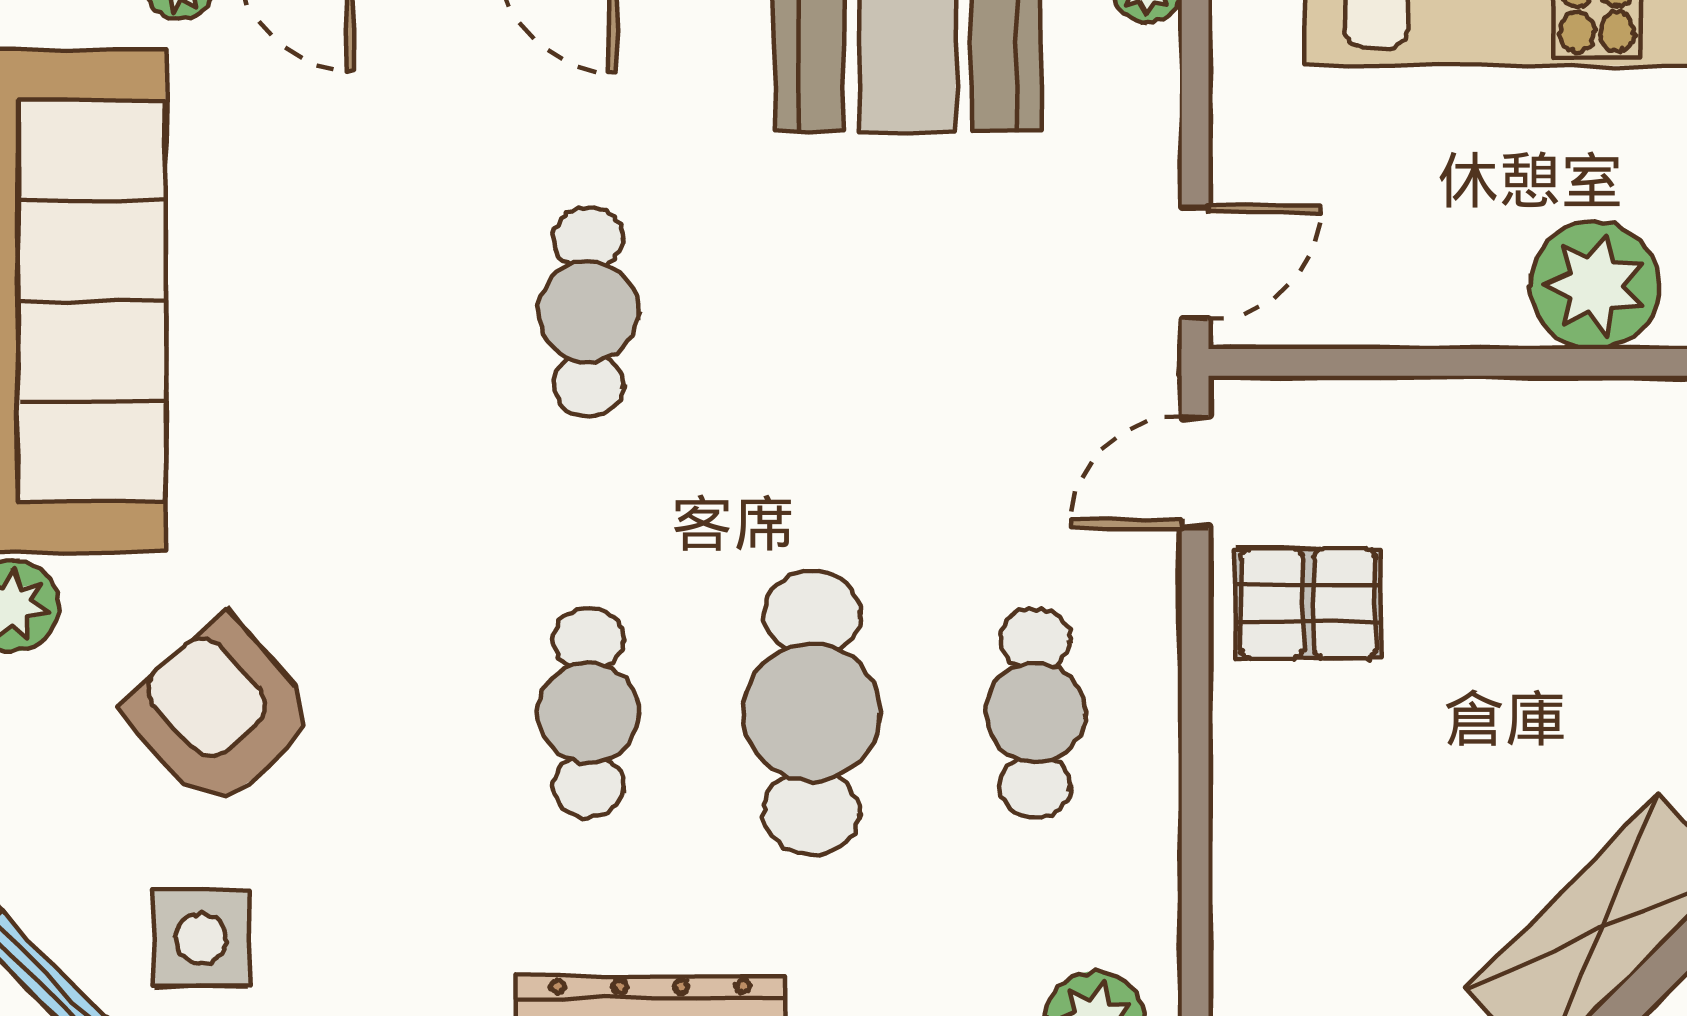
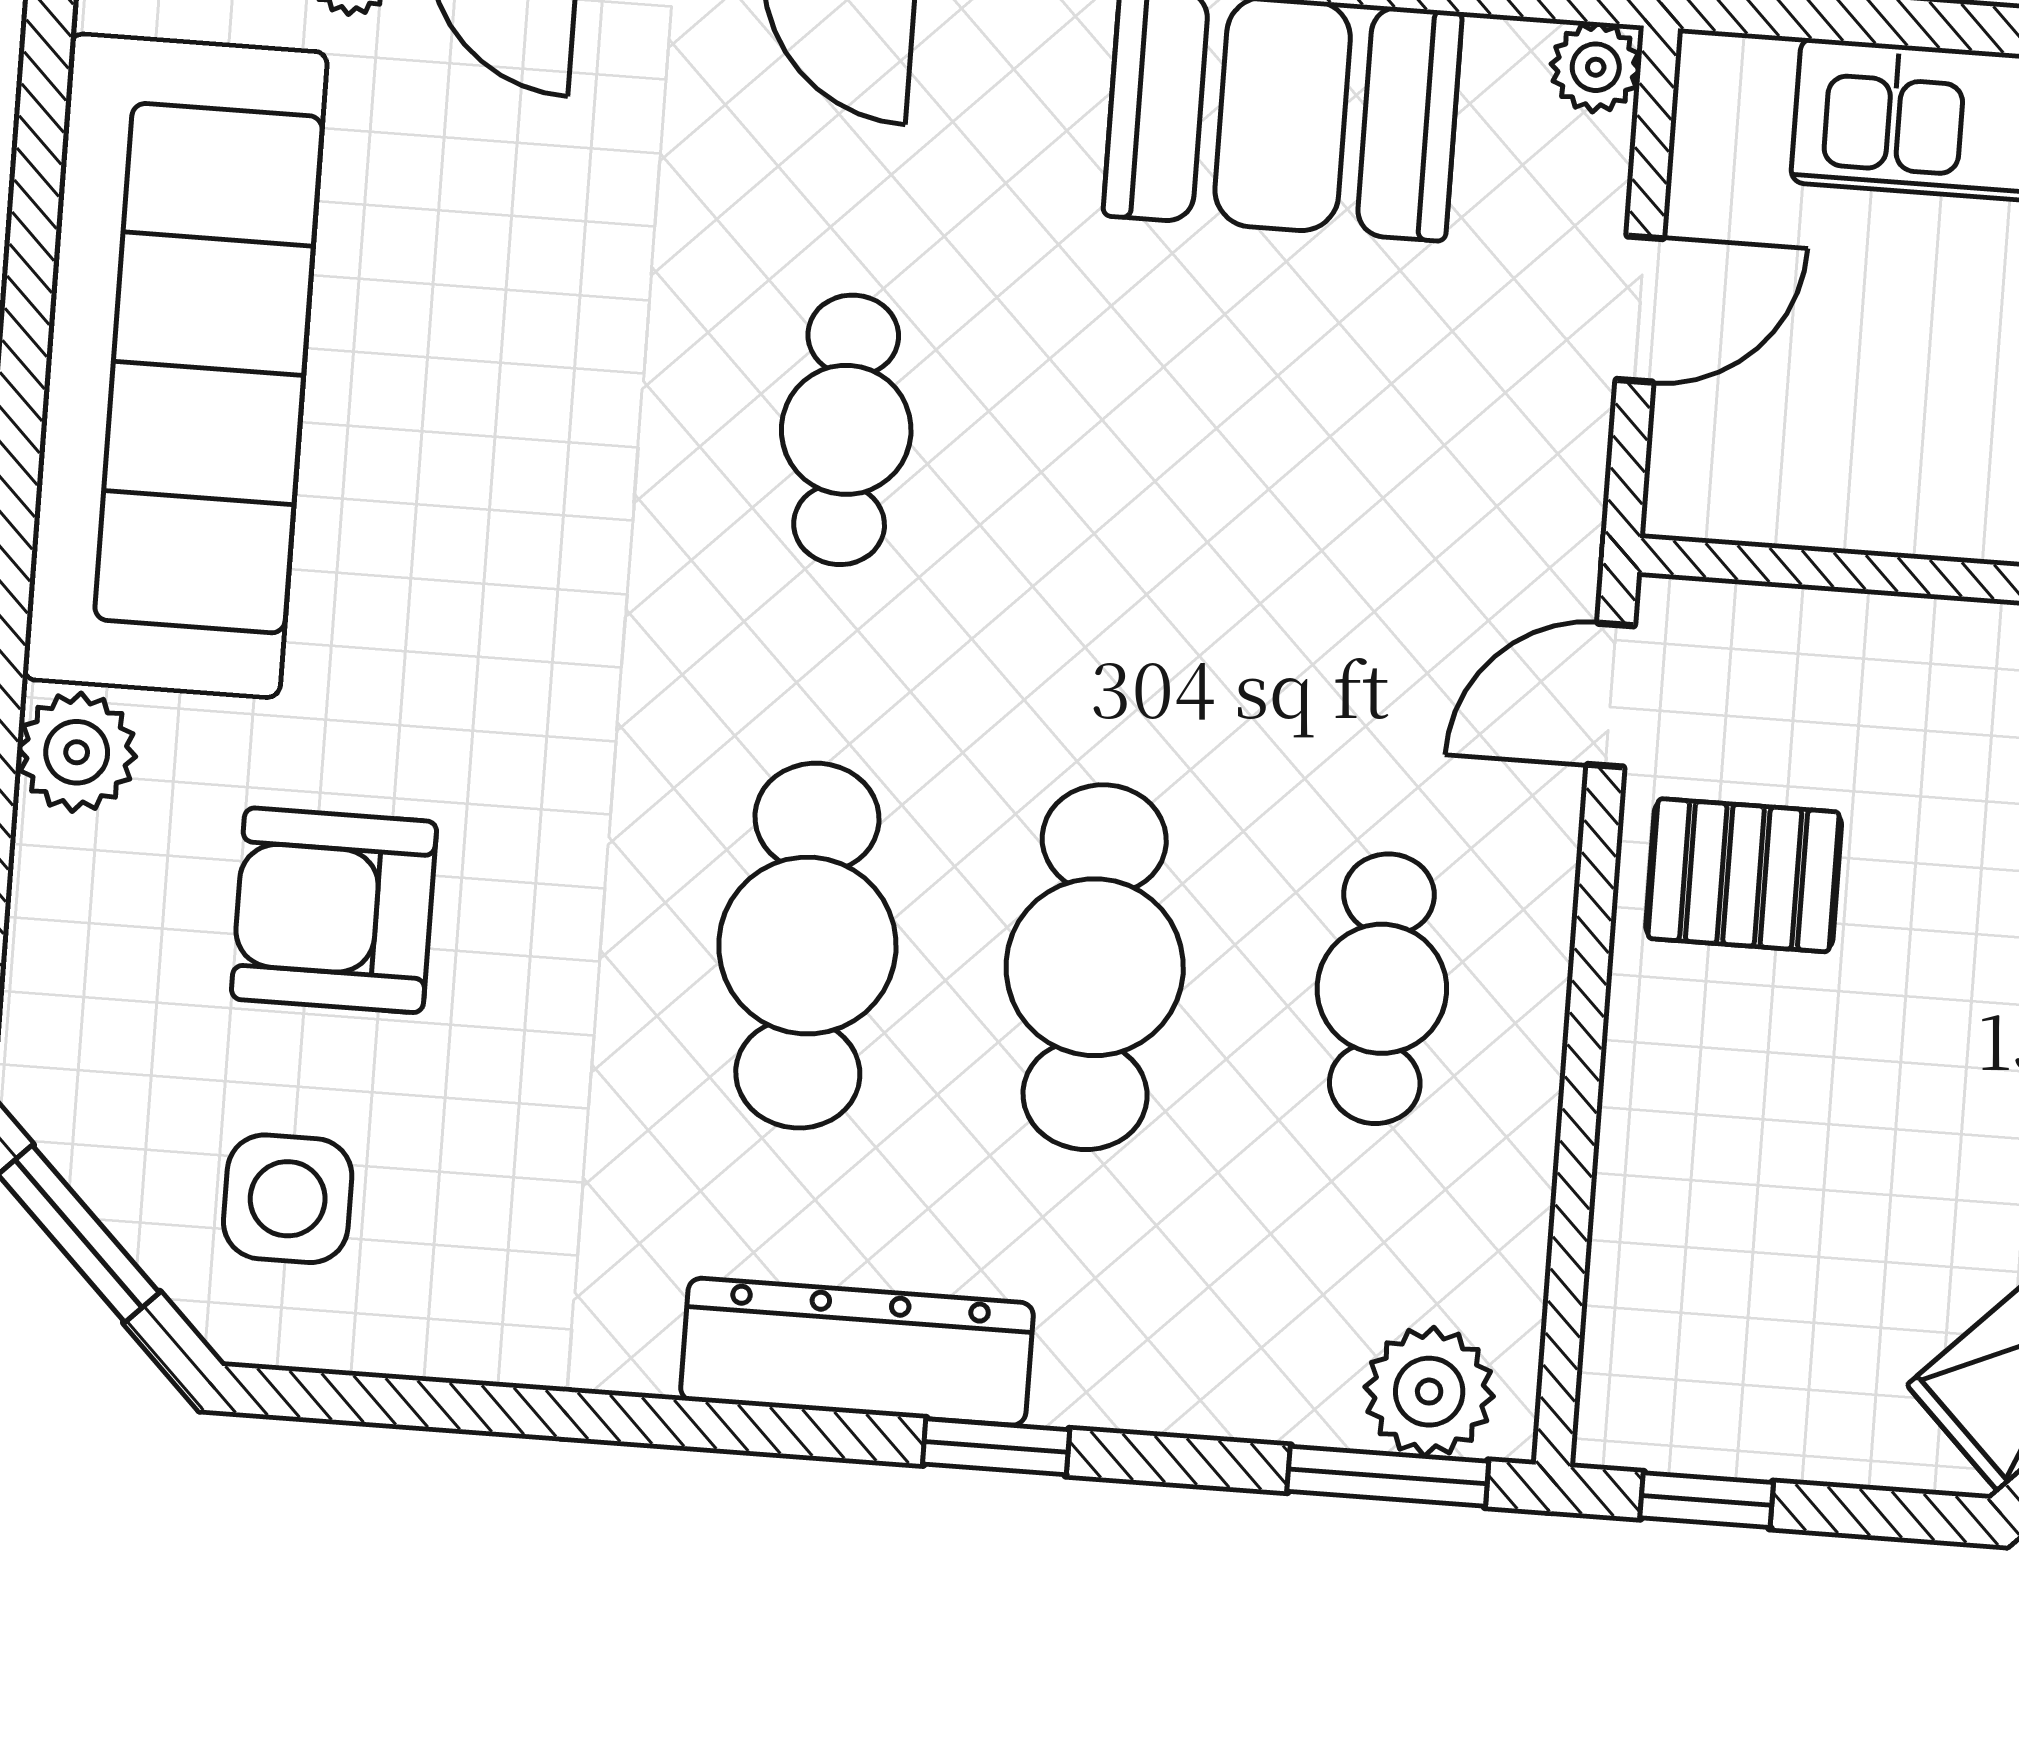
door: (1195, 262) -> (1640, 309), moved
armchair: (220, 713) -> (334, 910), turned -48
cafe table: (588, 713) -> (807, 946), width x1.37, depth x1.35

